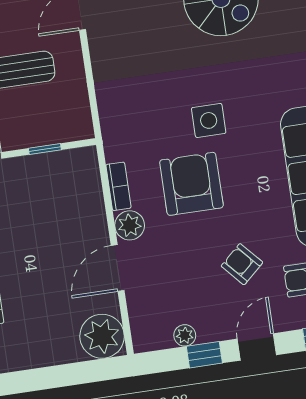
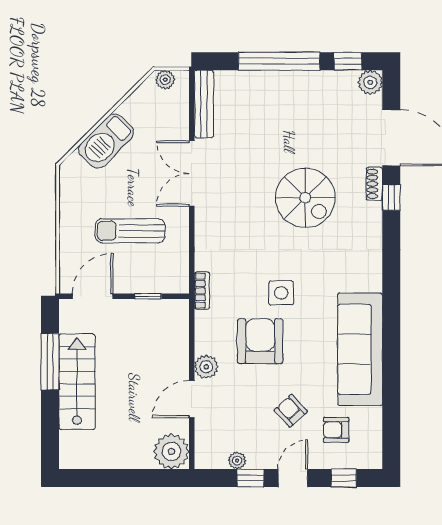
bookcase: (118, 186) -> (202, 291), moved

